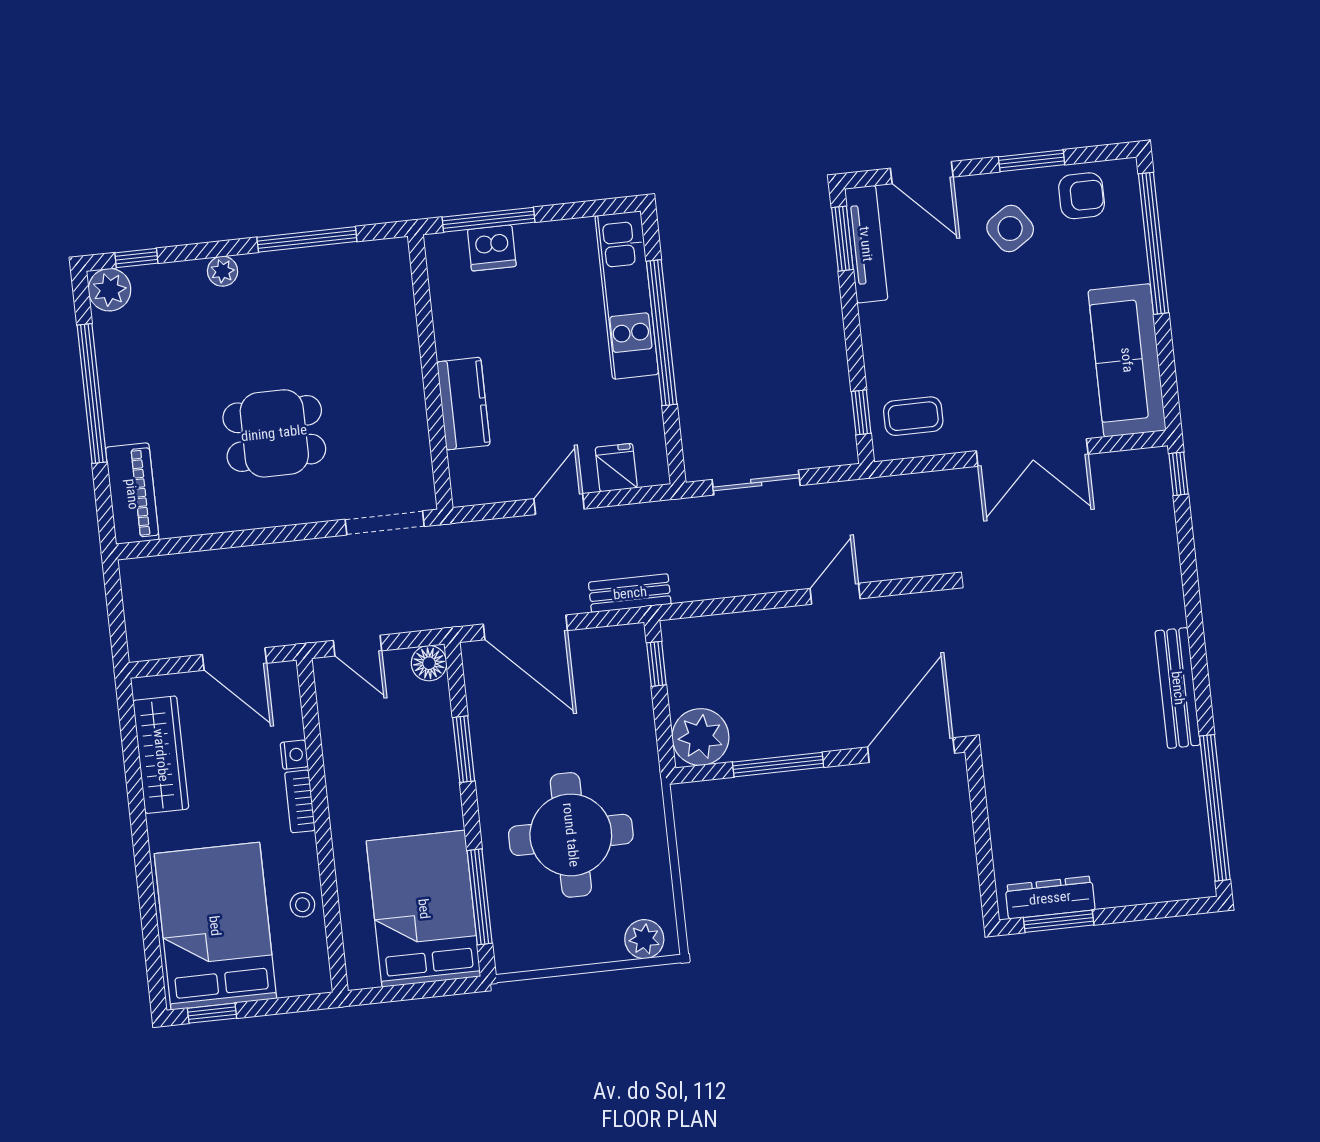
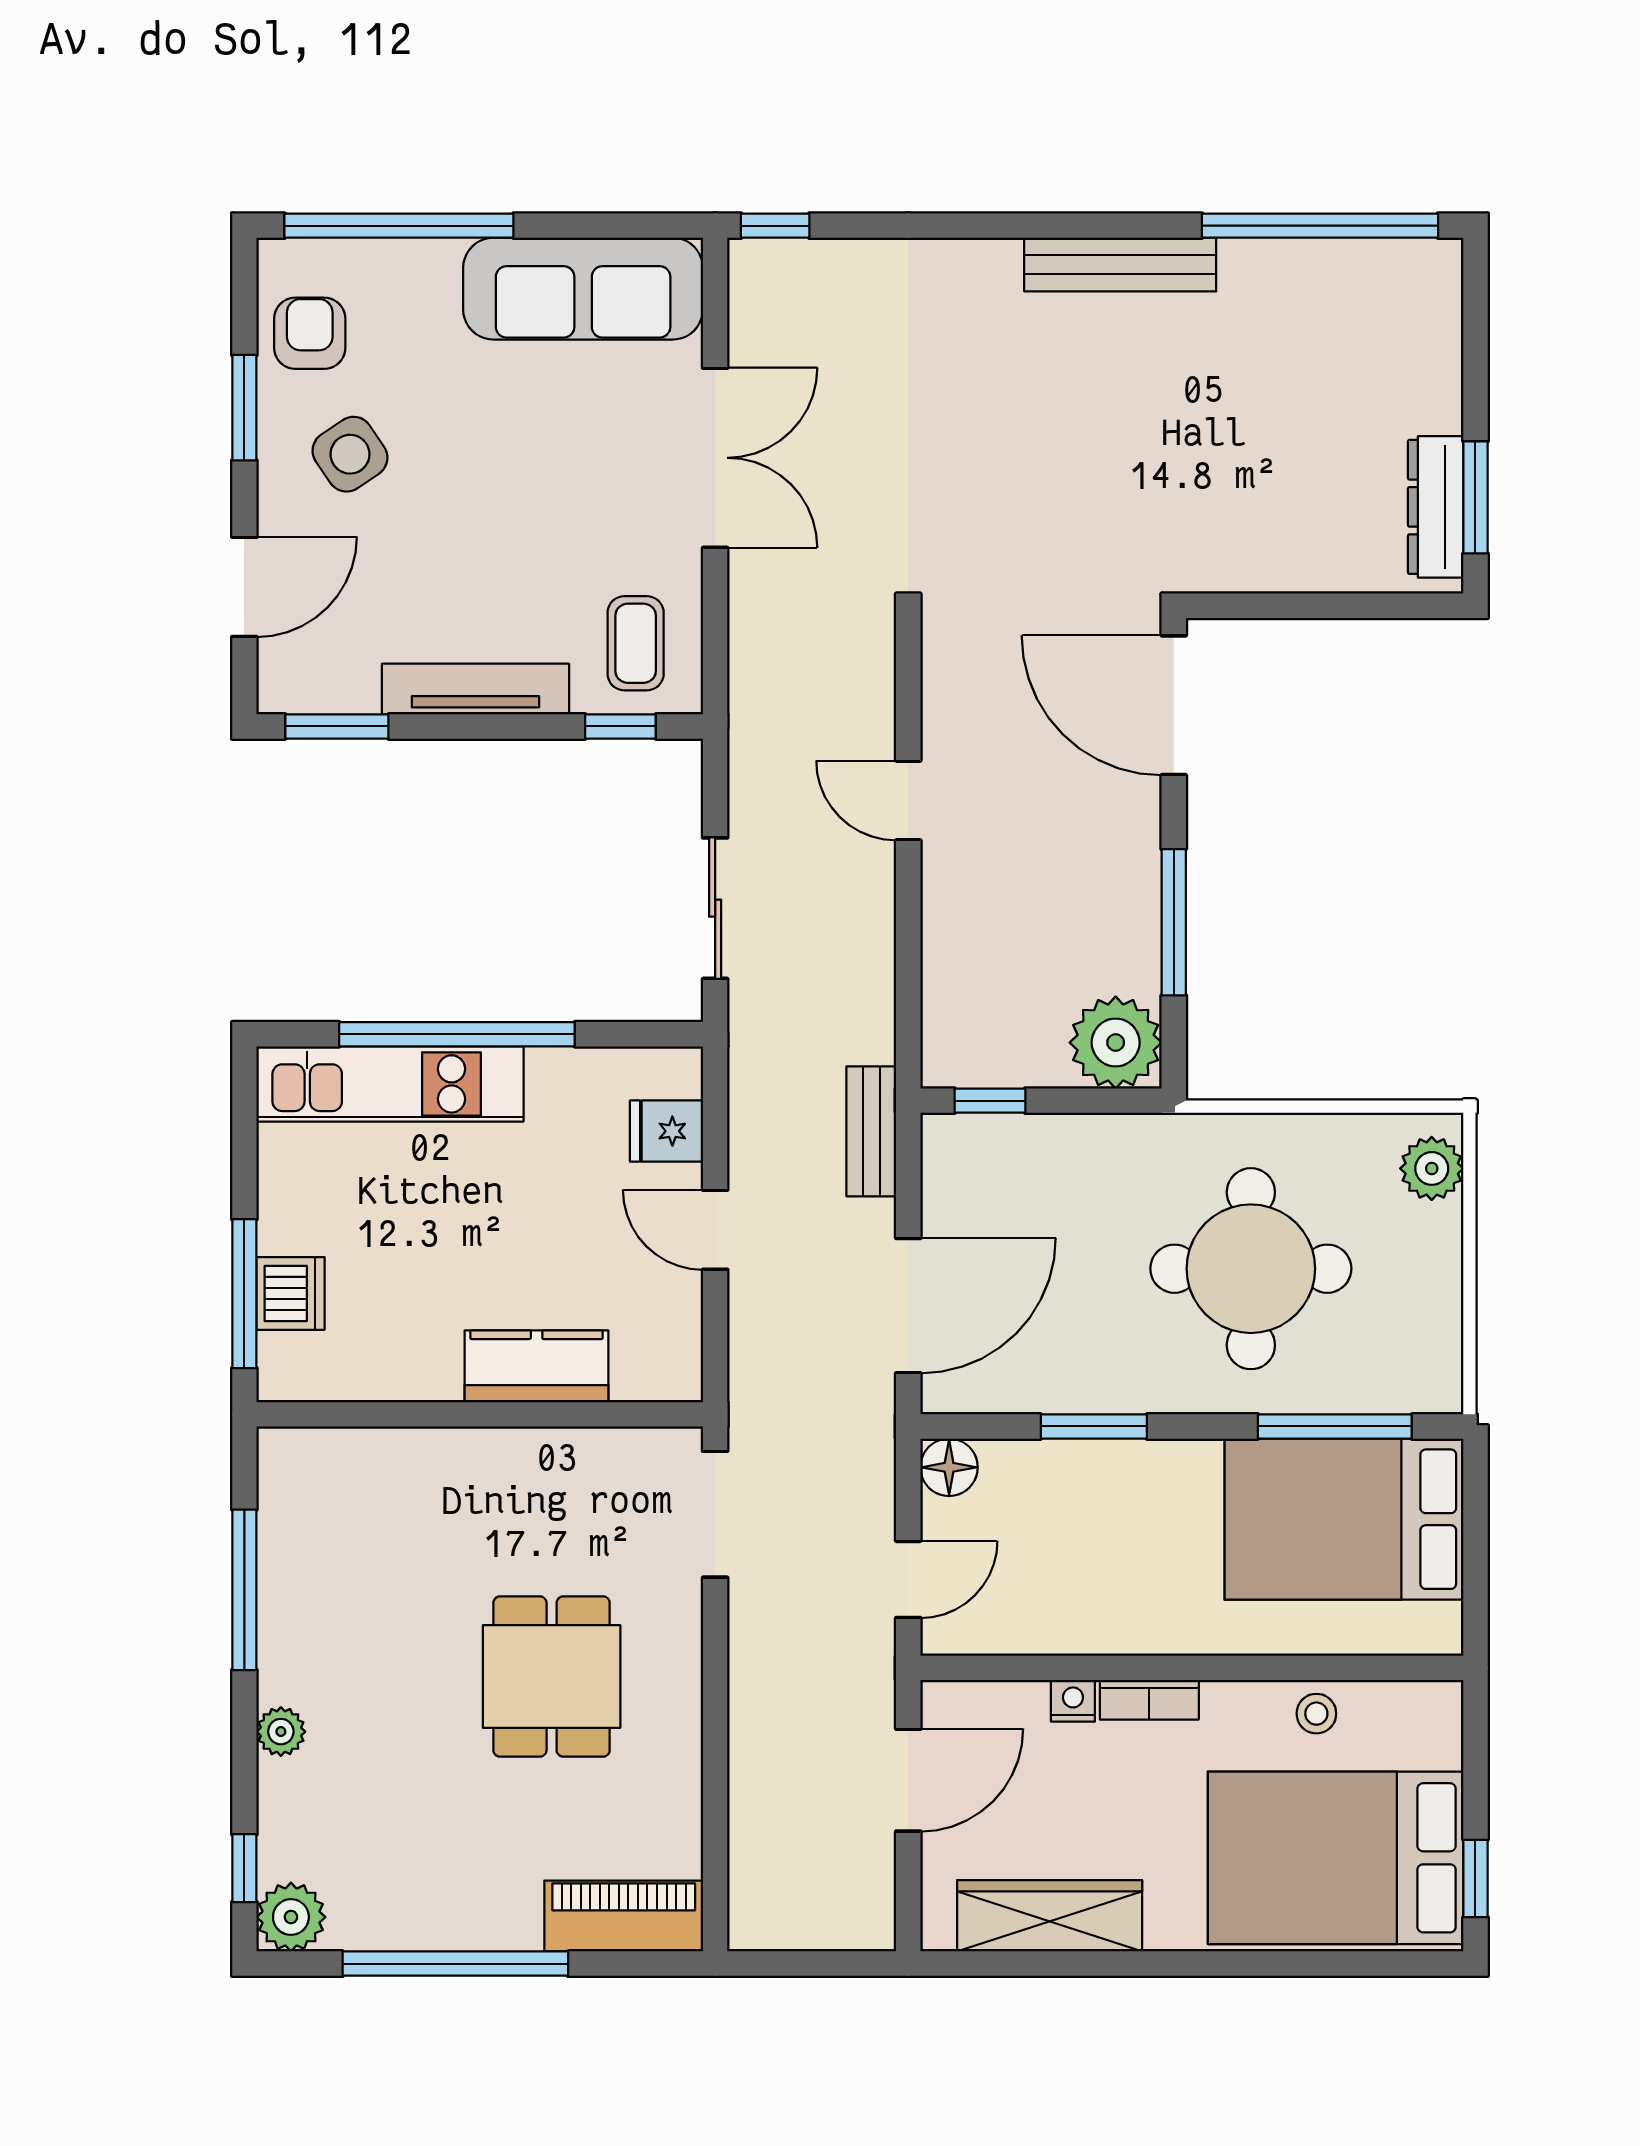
tv unit: (866, 244) -> (475, 689), moved

